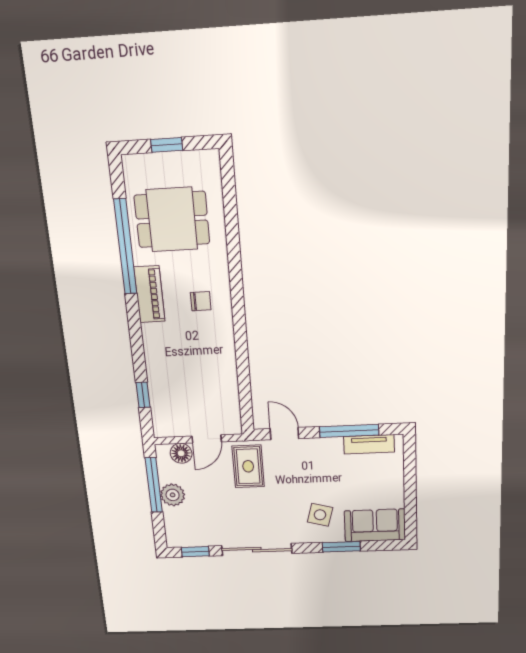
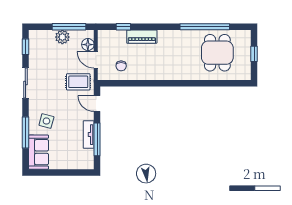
piano: (149, 294) -> (142, 37), moved
chair: (201, 301) -> (121, 66), moved
door: (284, 434) -> (97, 104), swing flipped
tv unit: (369, 444) -> (89, 135), moved
window: (341, 547) -> (25, 132), width x1.44
sliding door: (257, 550) -> (25, 83), width x0.73

